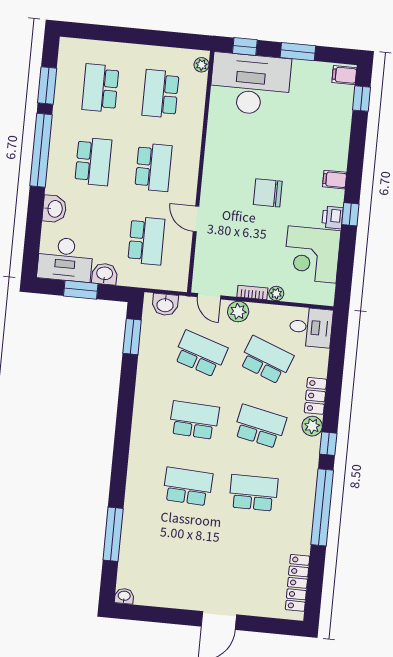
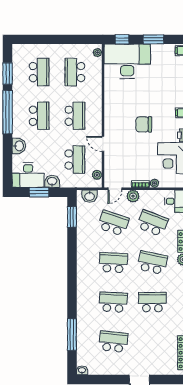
school desk: (100, 88) -> (39, 72), turned 180
plant: (181, 270) -> (97, 175), added
door: (209, 296) -> (115, 189), hinge flipped
school desk: (181, 553) -> (113, 342), added

